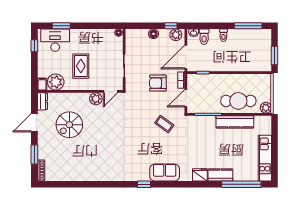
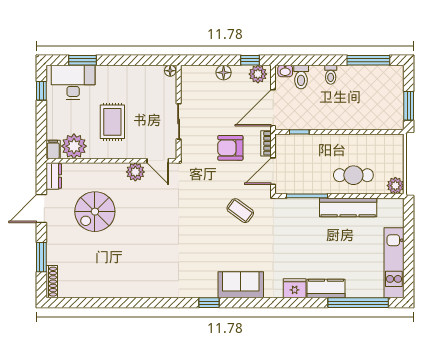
door: (110, 91) -> (158, 161), hinge flipped
cafe table: (238, 101) -> (353, 175), width x0.73, depth x0.74

